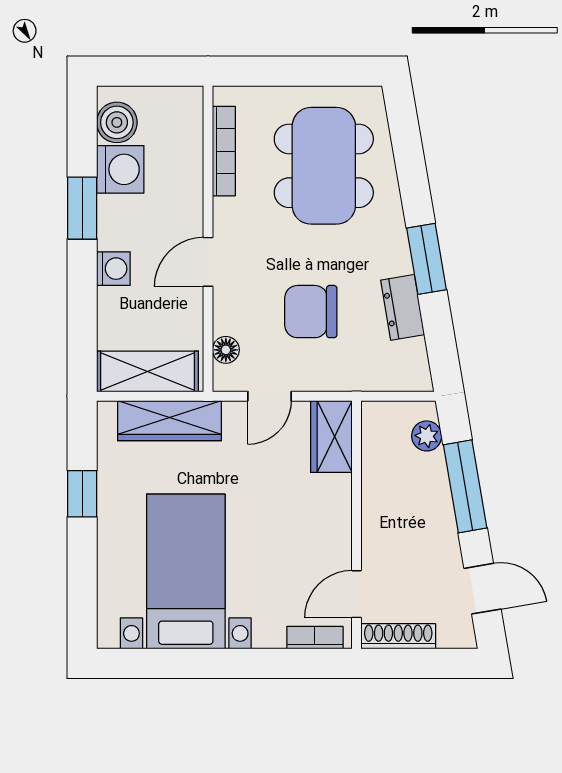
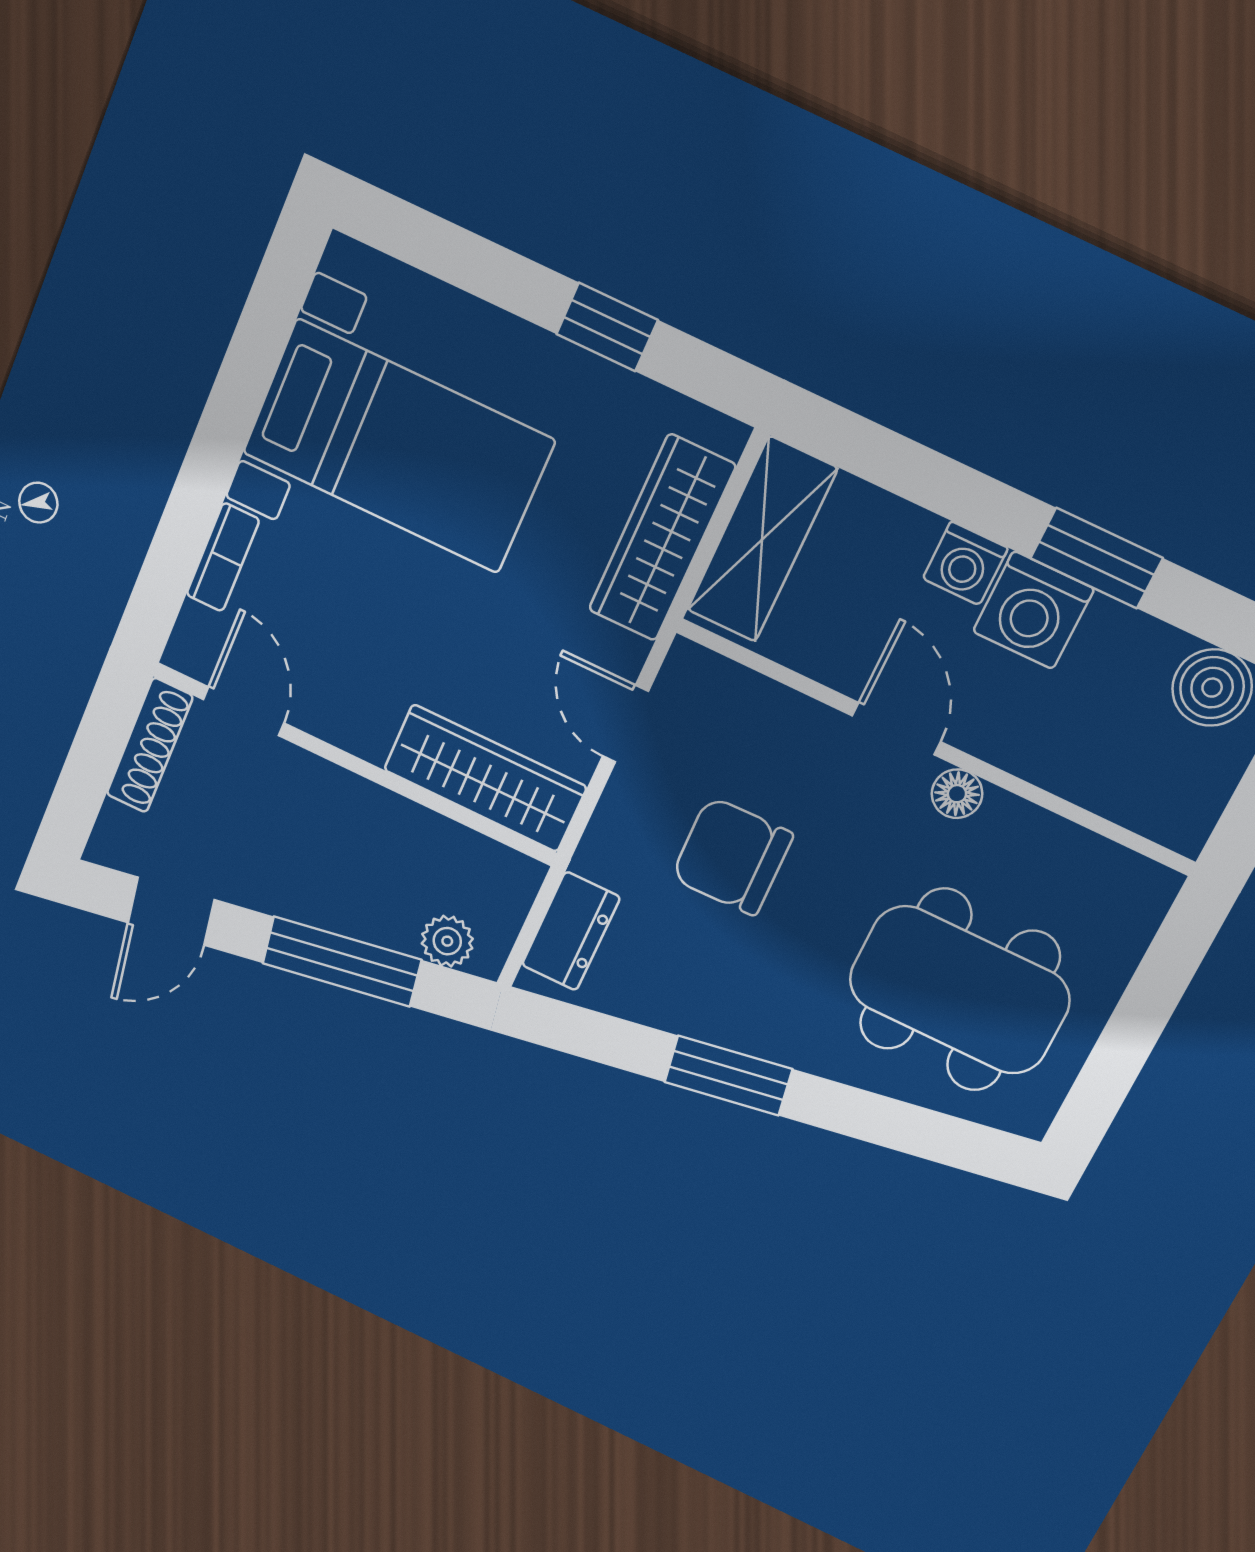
bookcase: (224, 151) -> (1068, 843), removed
washing machine: (120, 169) -> (1033, 610), moved
dresser: (403, 307) -> (571, 931), moved, turned 100
chair: (311, 312) -> (732, 856), turned -91
floor lamp: (226, 350) -> (957, 794), moved
wardrobe: (331, 436) -> (485, 778), width x1.50
bookcase: (315, 638) -> (223, 557), moved

